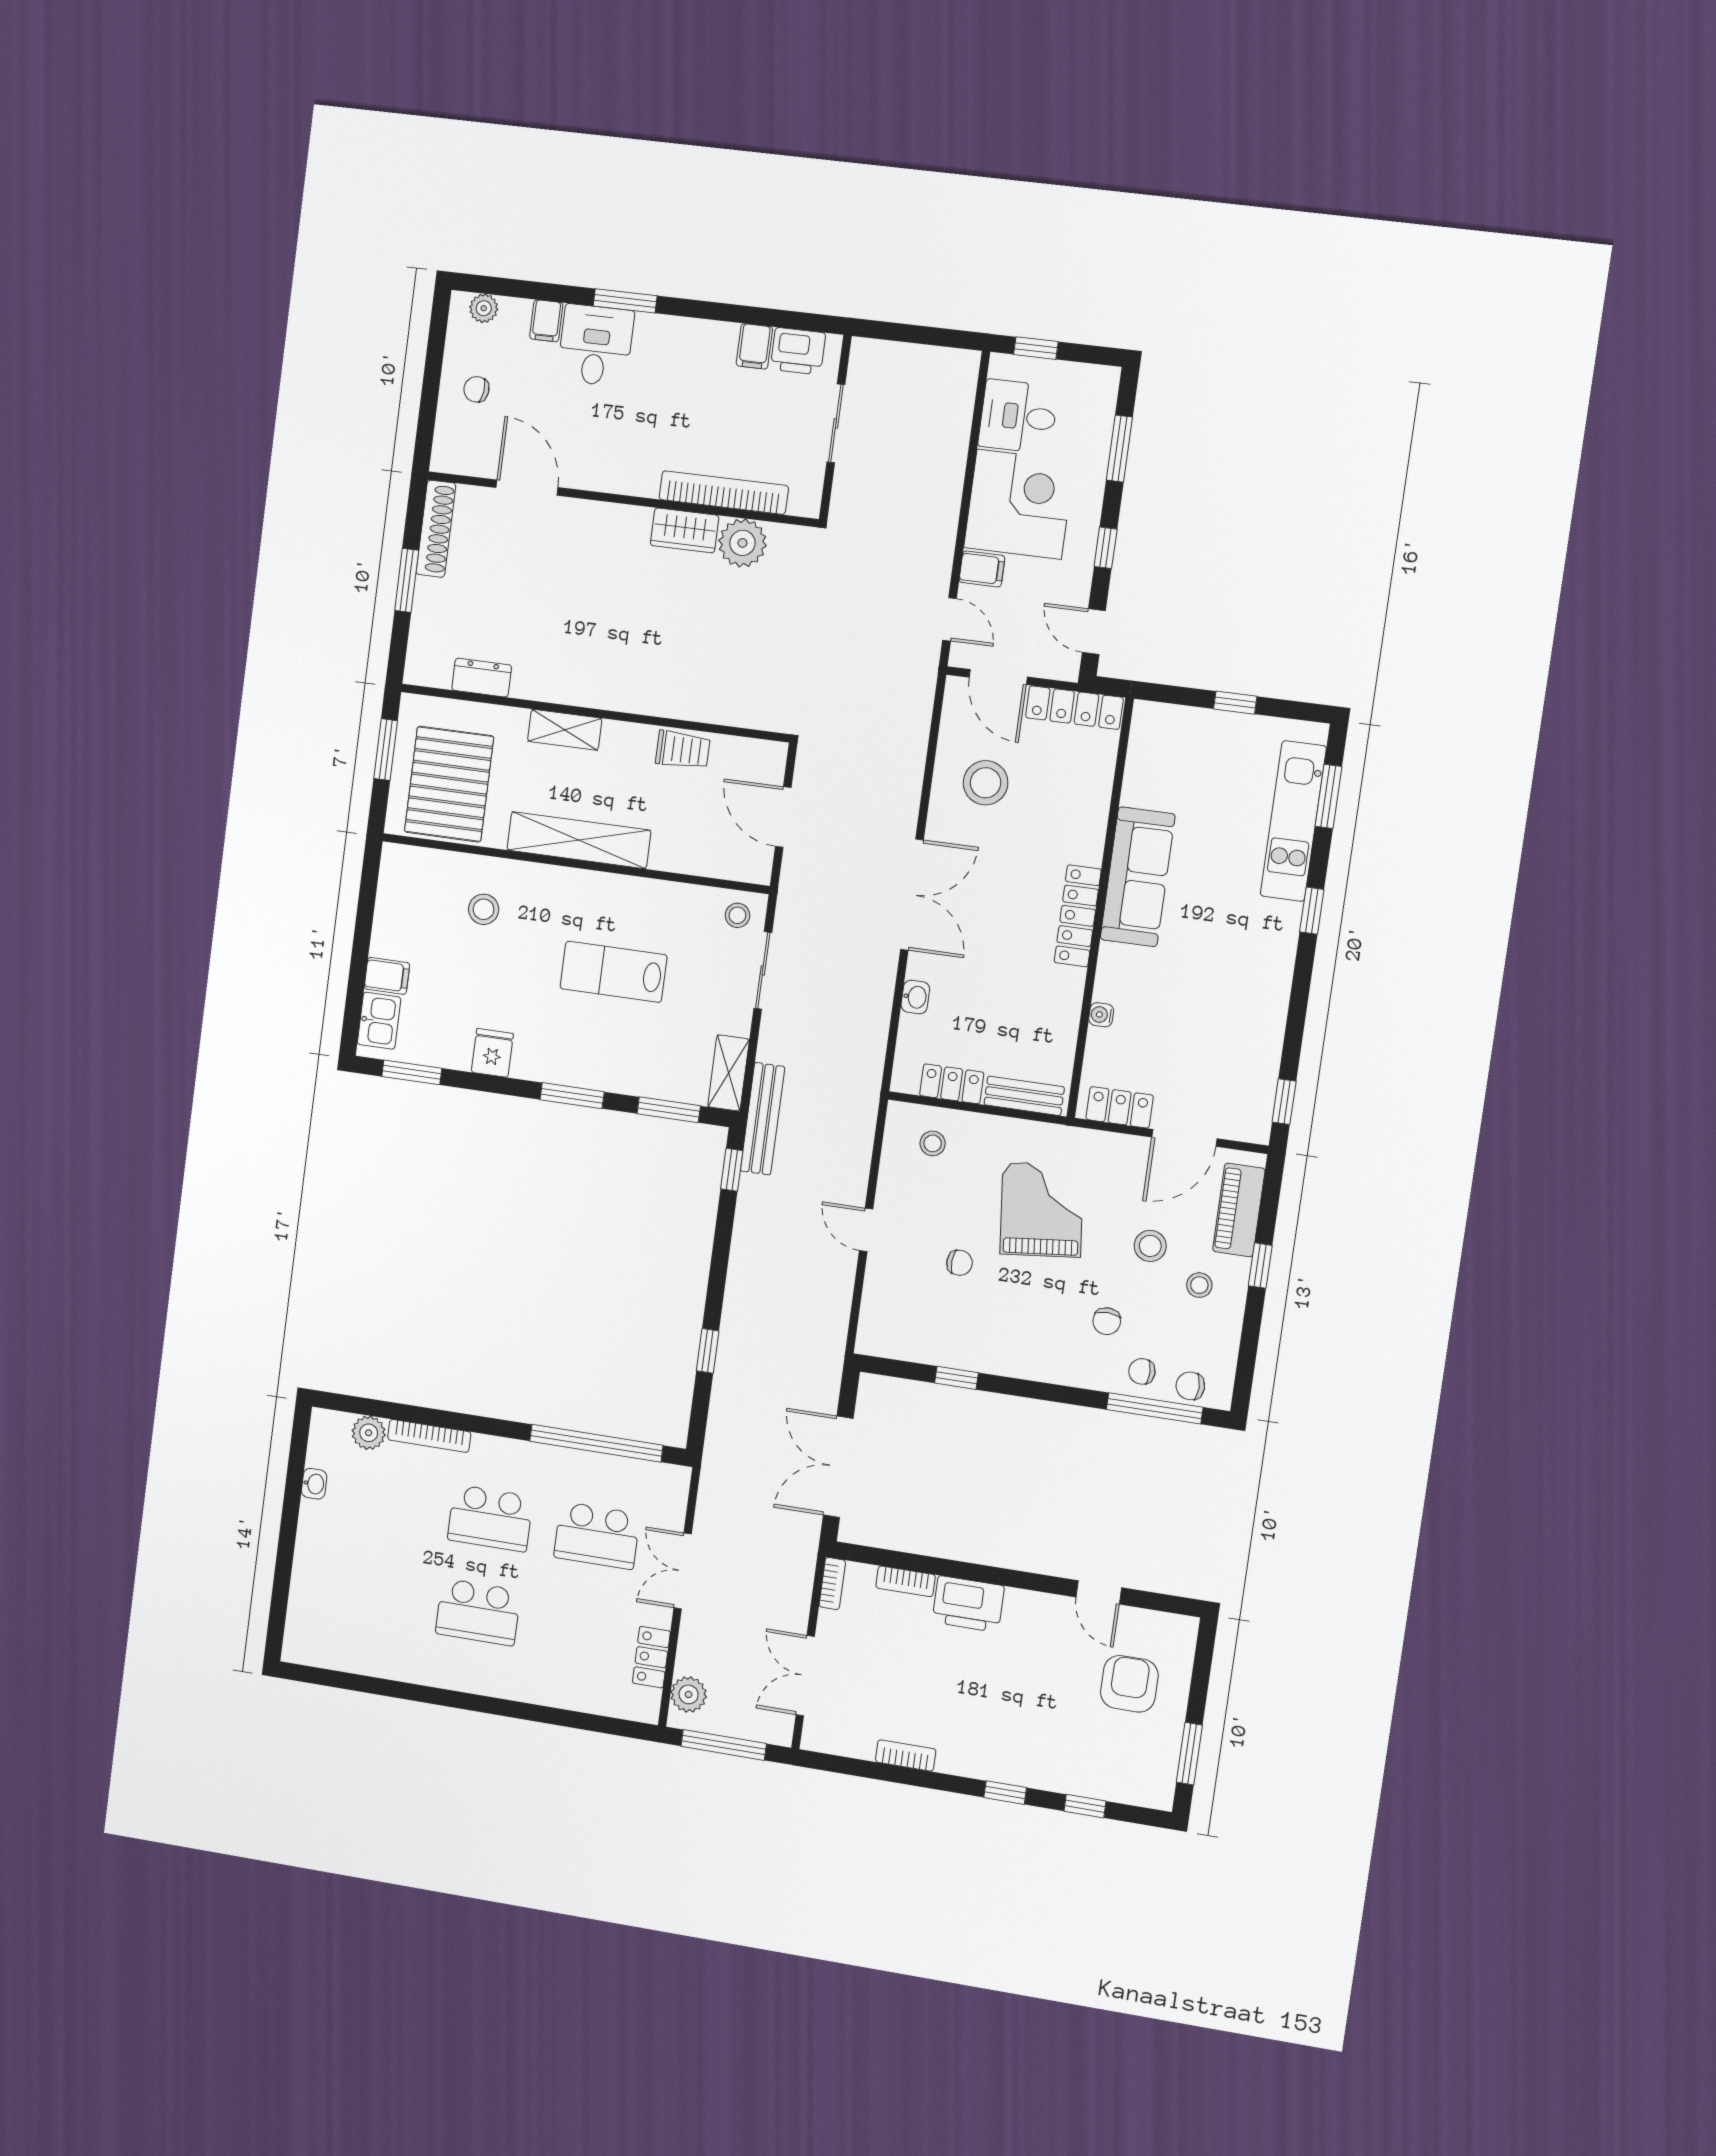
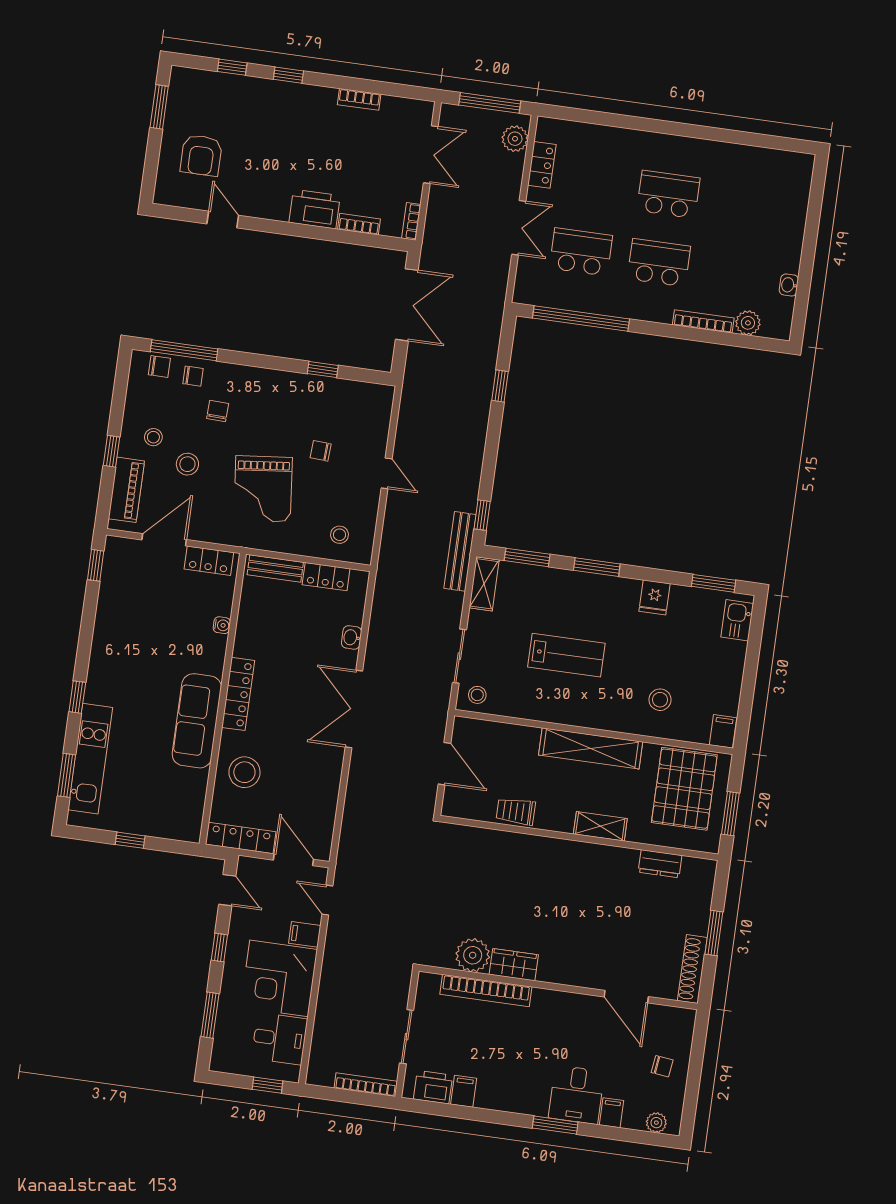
bookcase: (894, 352) -> (366, 1085), added
stool: (986, 783) -> (244, 772), moved
filing cabinet: (387, 976) -> (723, 731), moved, turned 90

